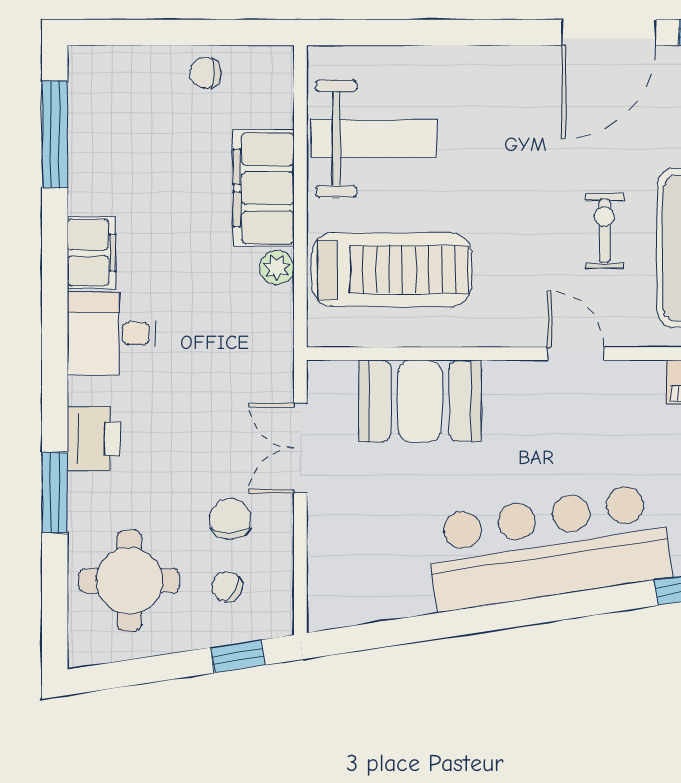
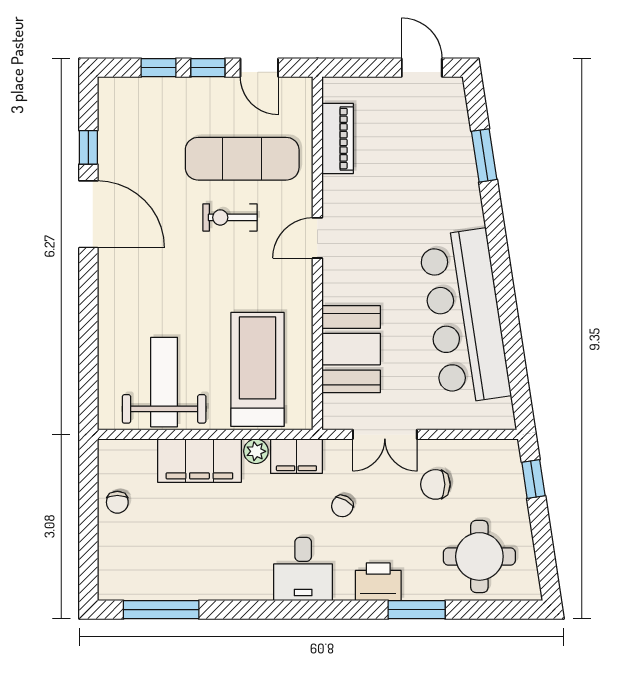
filing cabinet: (91, 253) -> (296, 456), moved, turned 180
bar counter: (548, 547) -> (465, 317), moved
chair: (227, 587) -> (342, 506), moved

